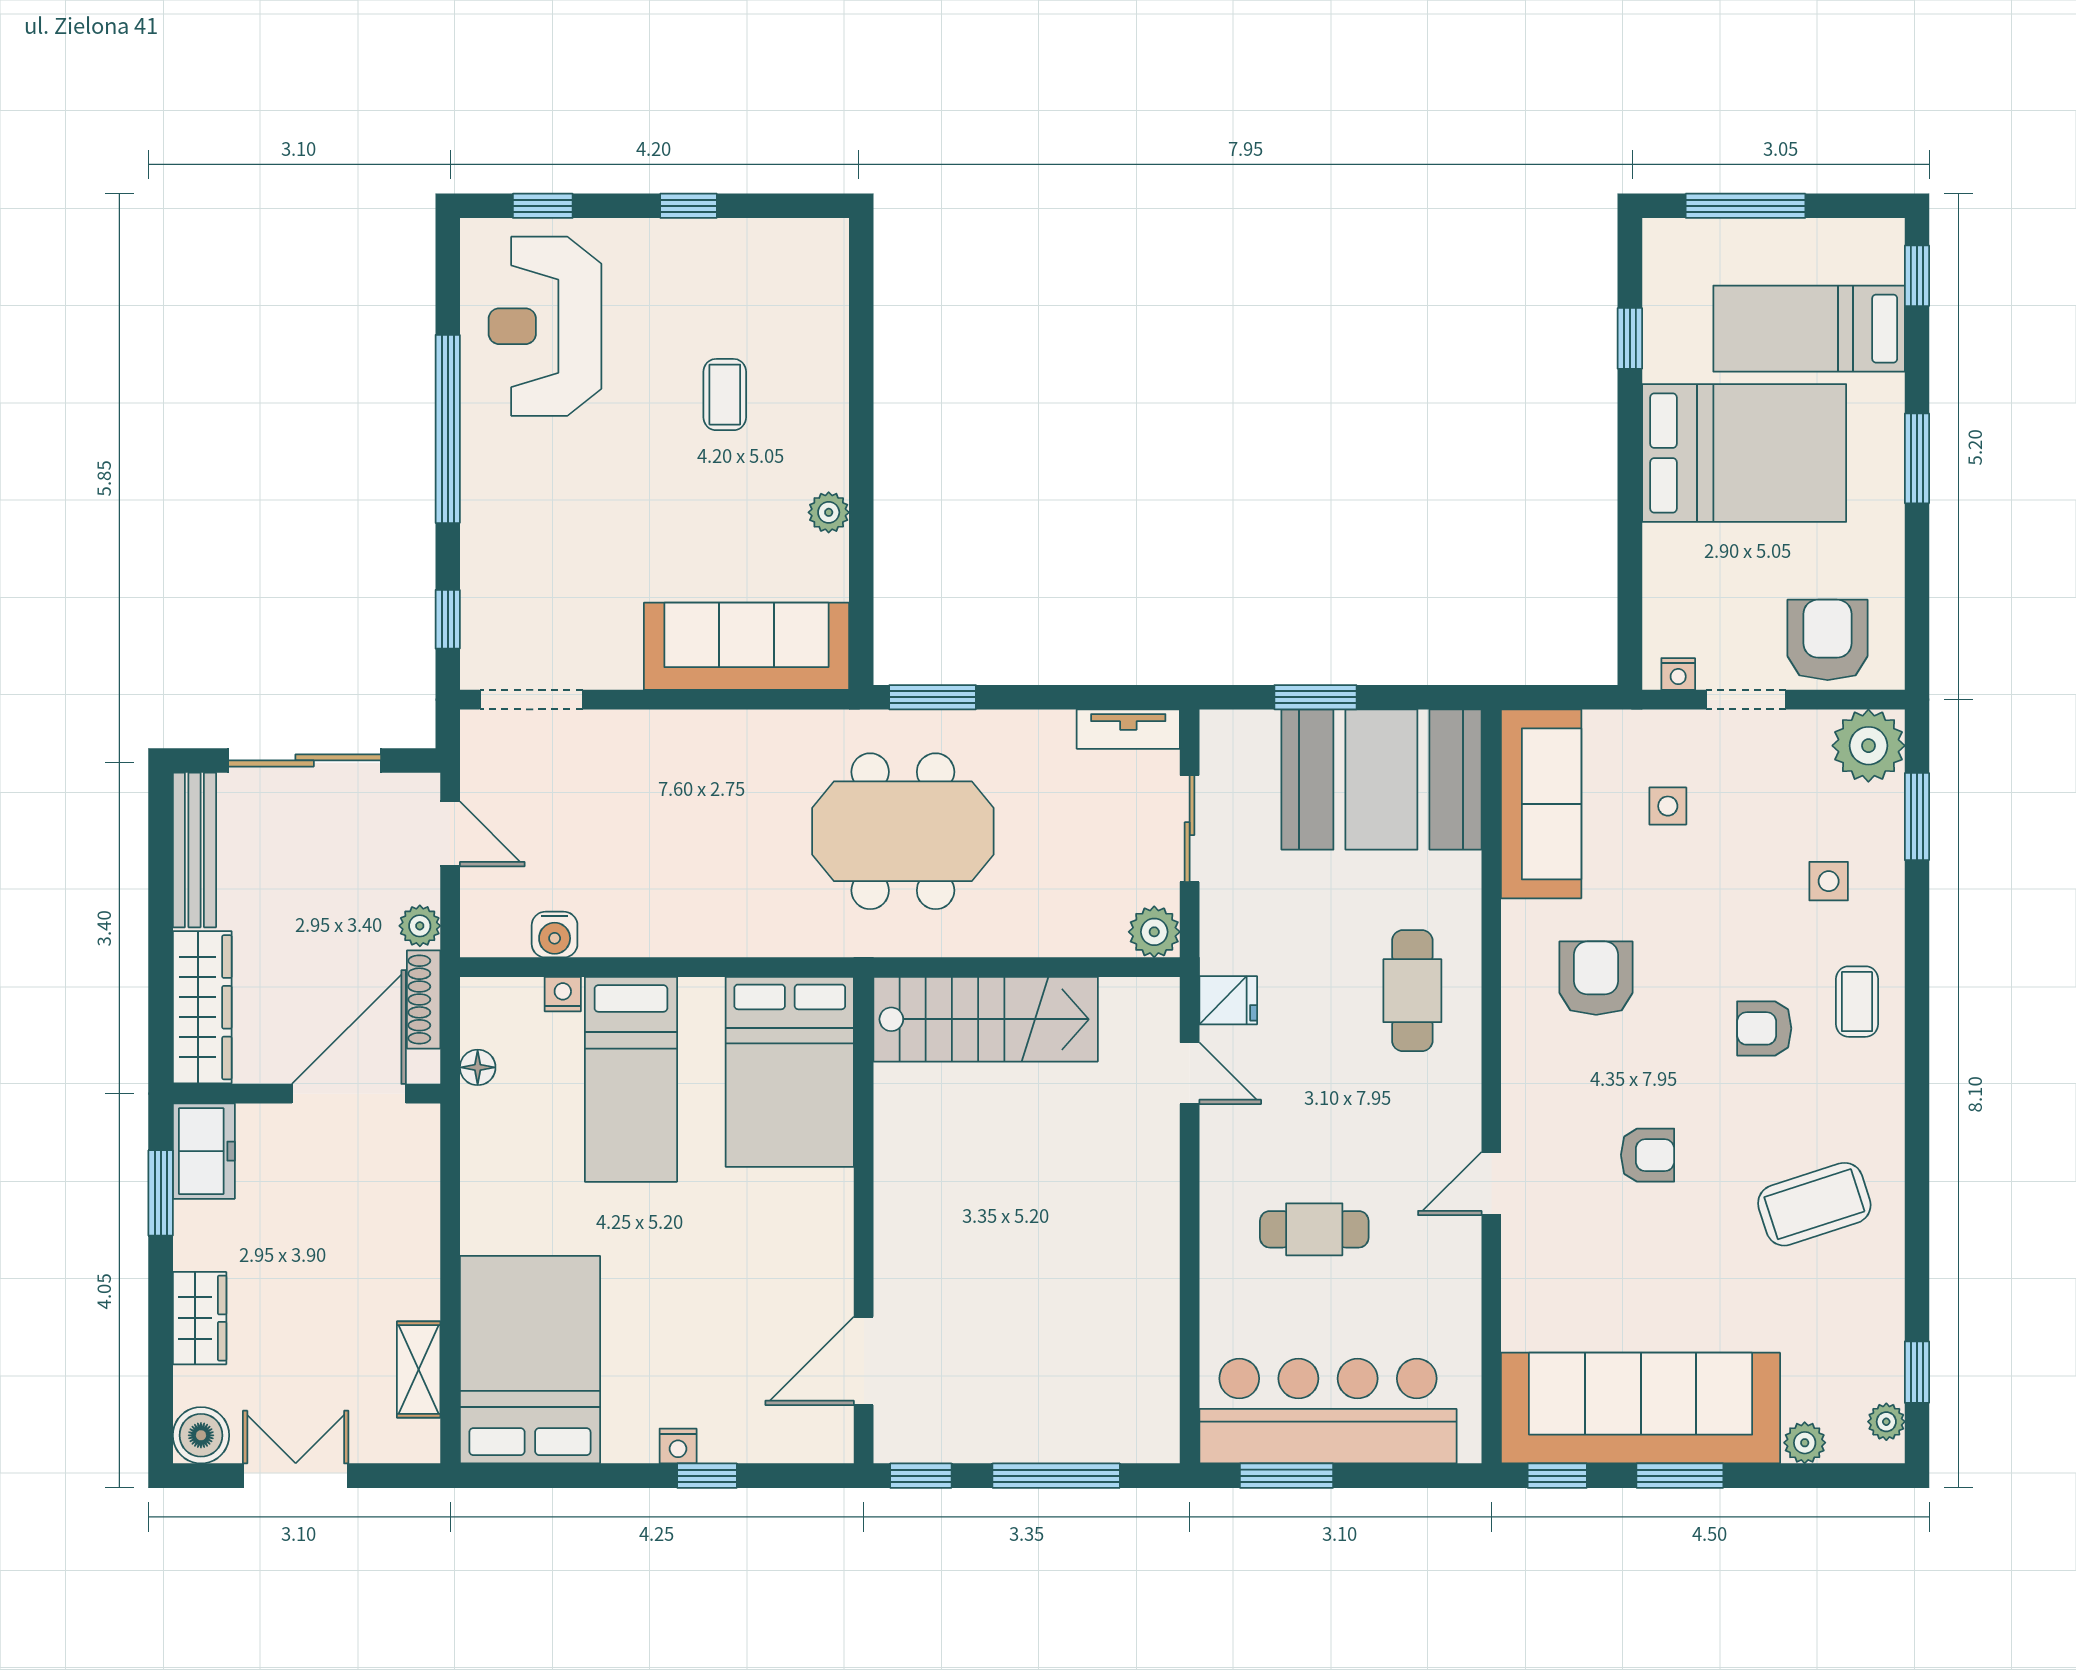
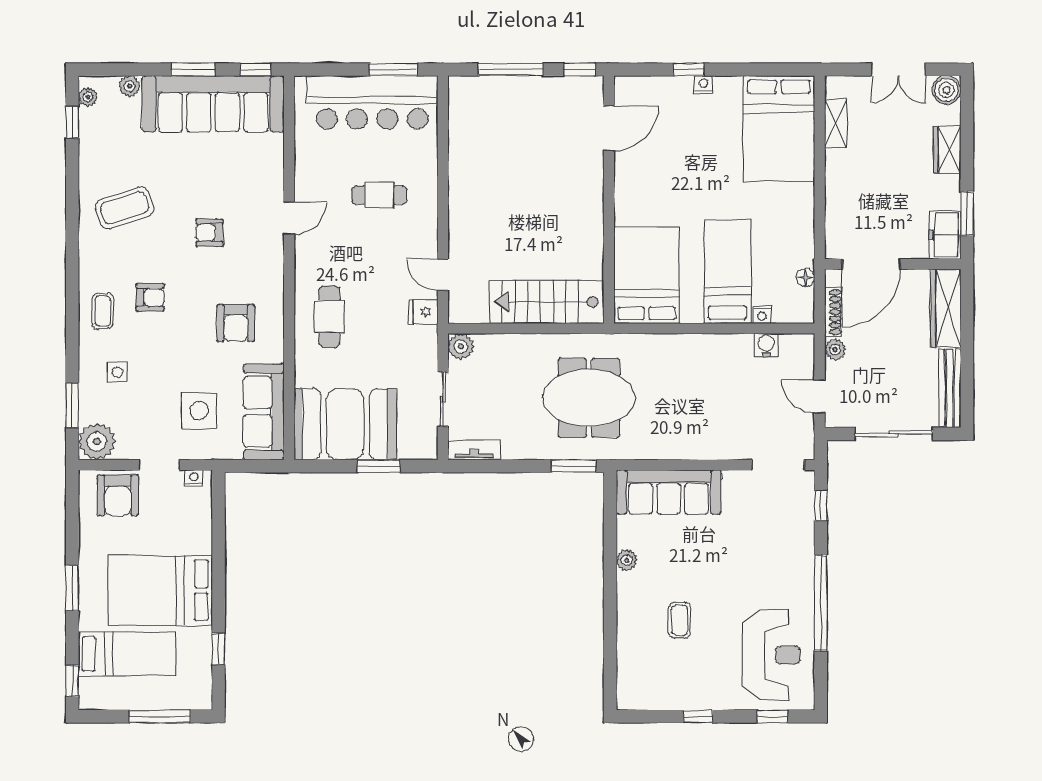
side table: (1668, 806) -> (199, 411), width x1.87, depth x1.87

